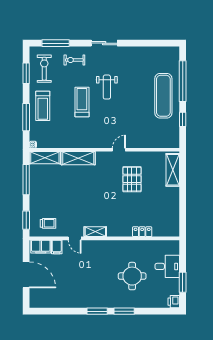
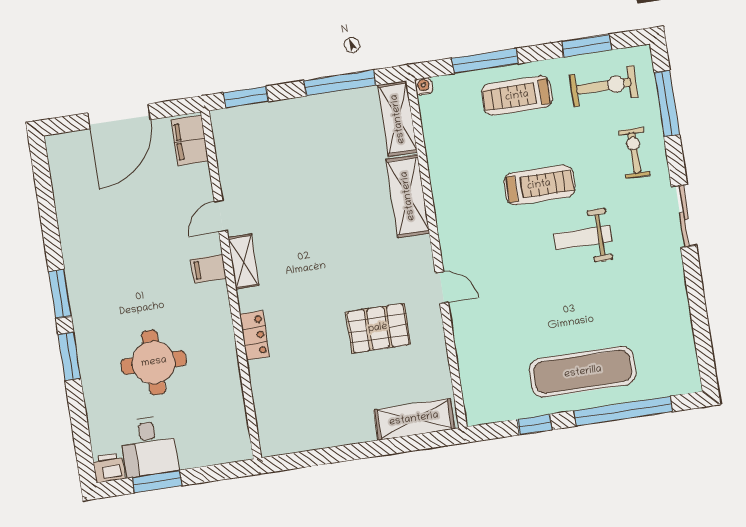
trolley: (48, 223) -> (246, 149), removed
locker: (142, 232) -> (255, 335), moved
filing cabinet: (57, 247) -> (208, 269), moved
desk: (167, 266) -> (149, 446), moved

